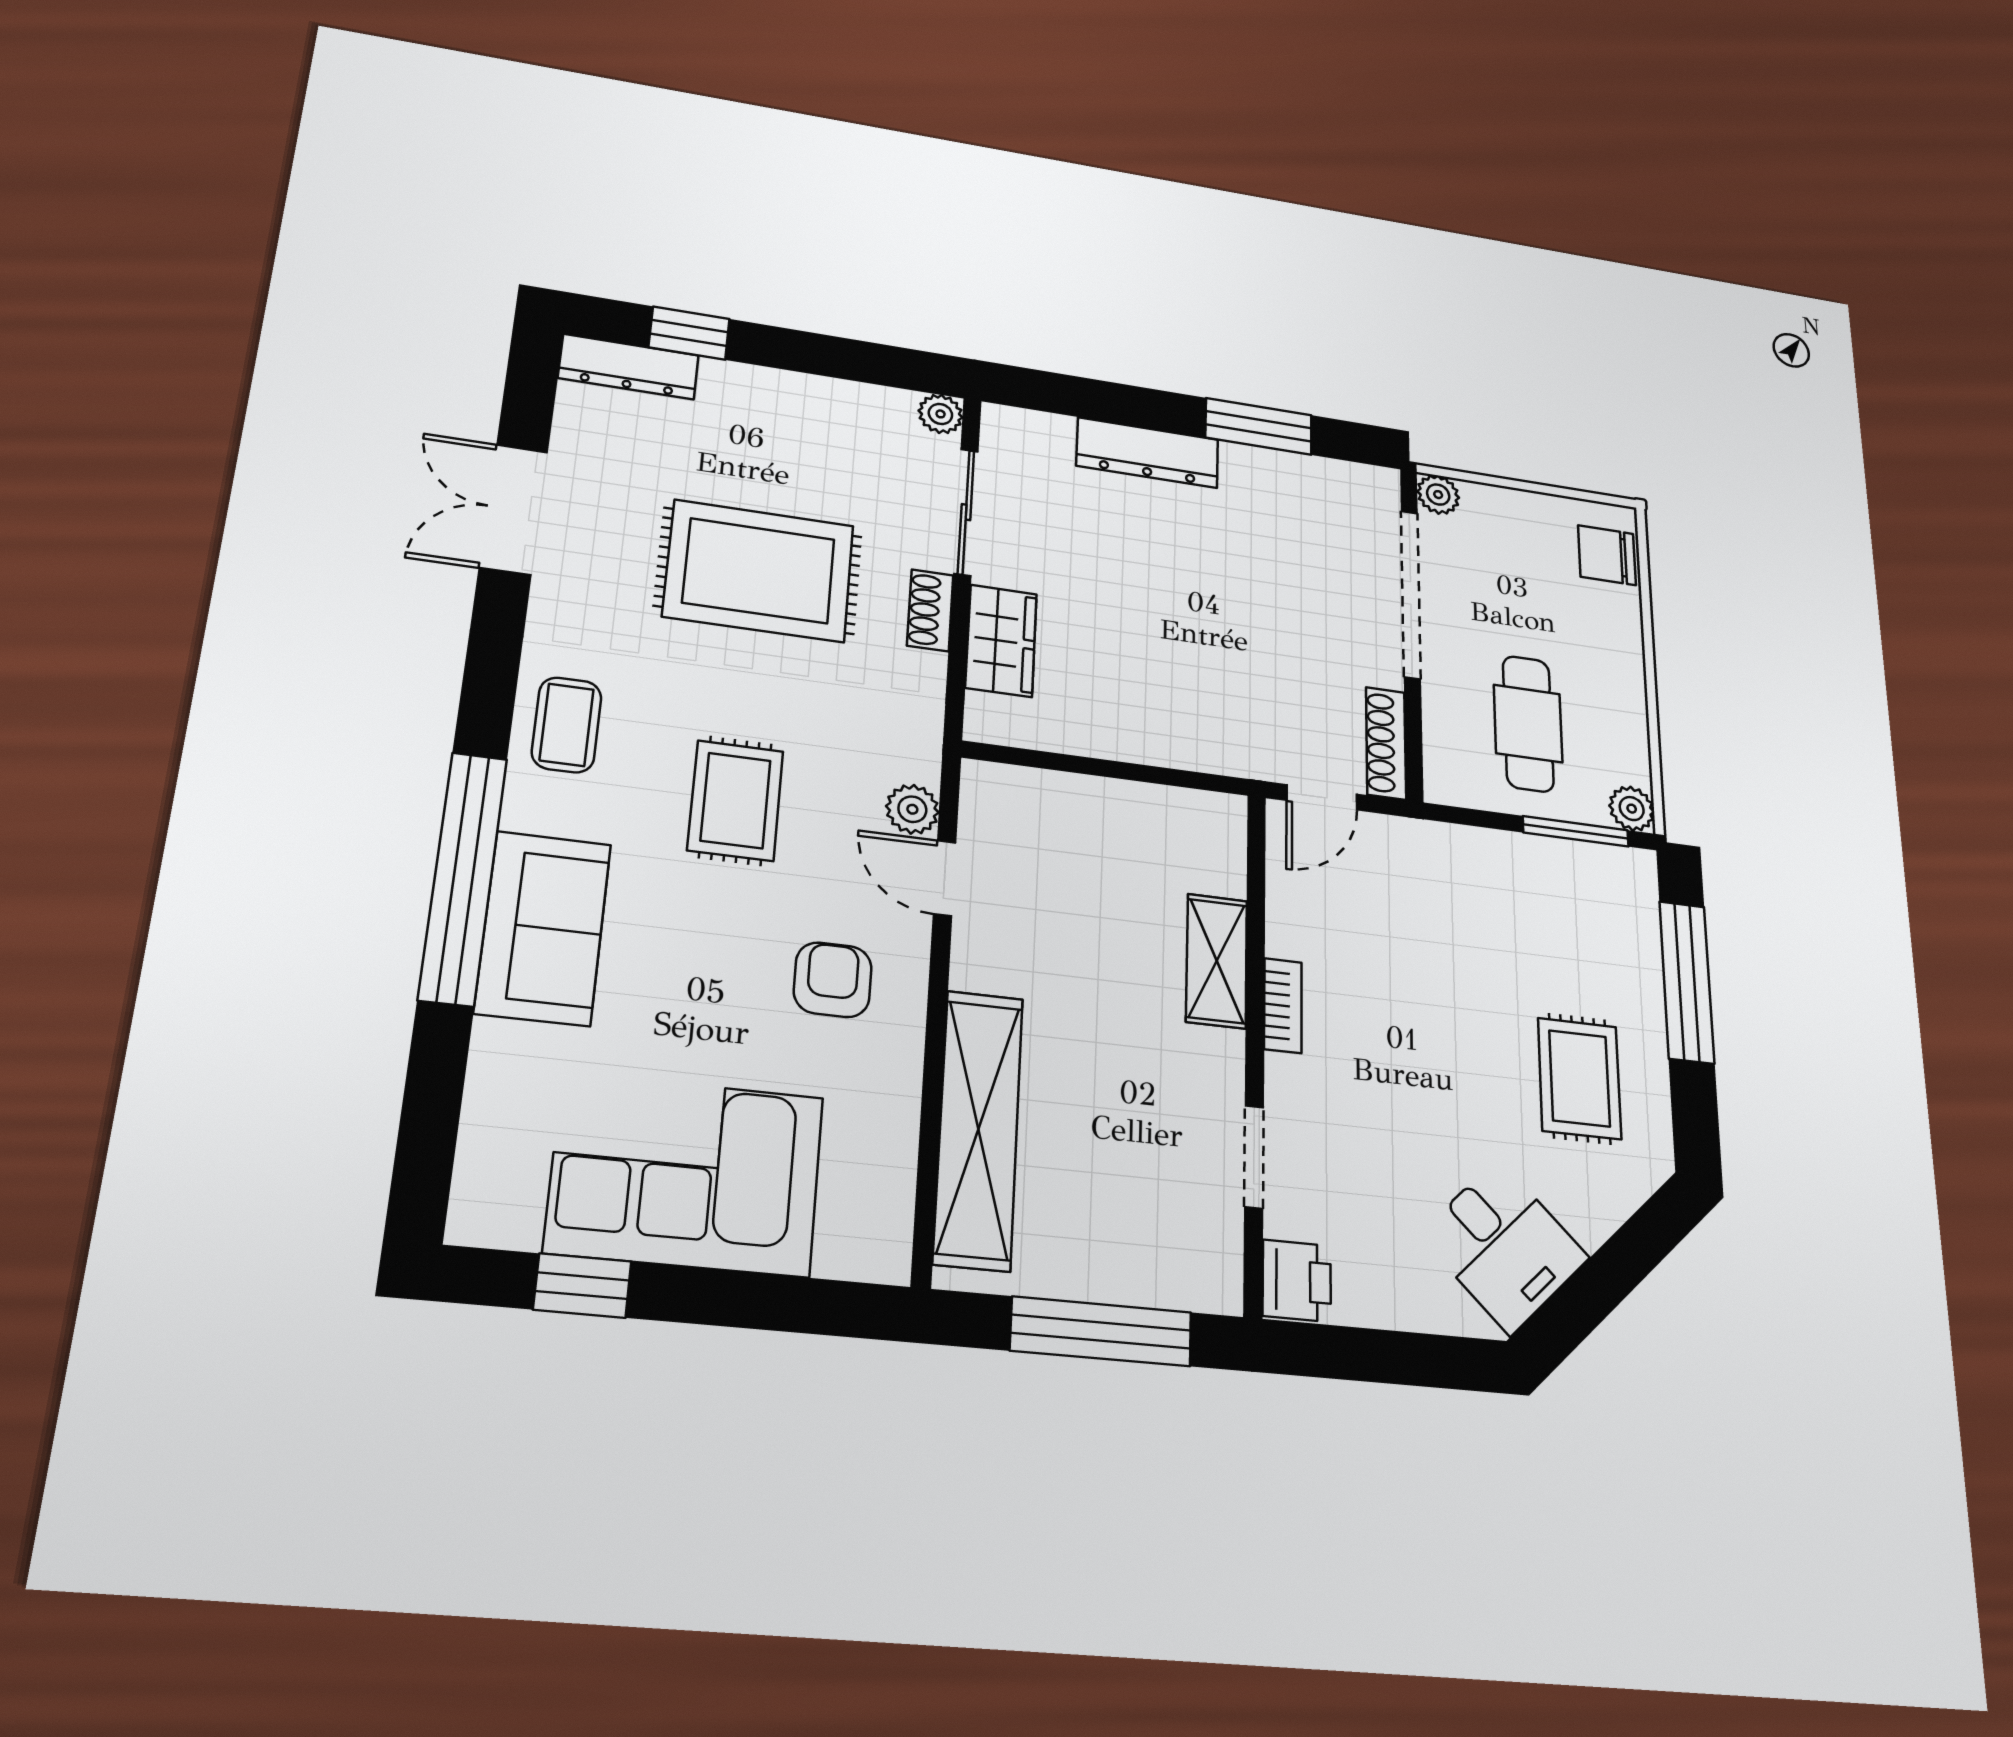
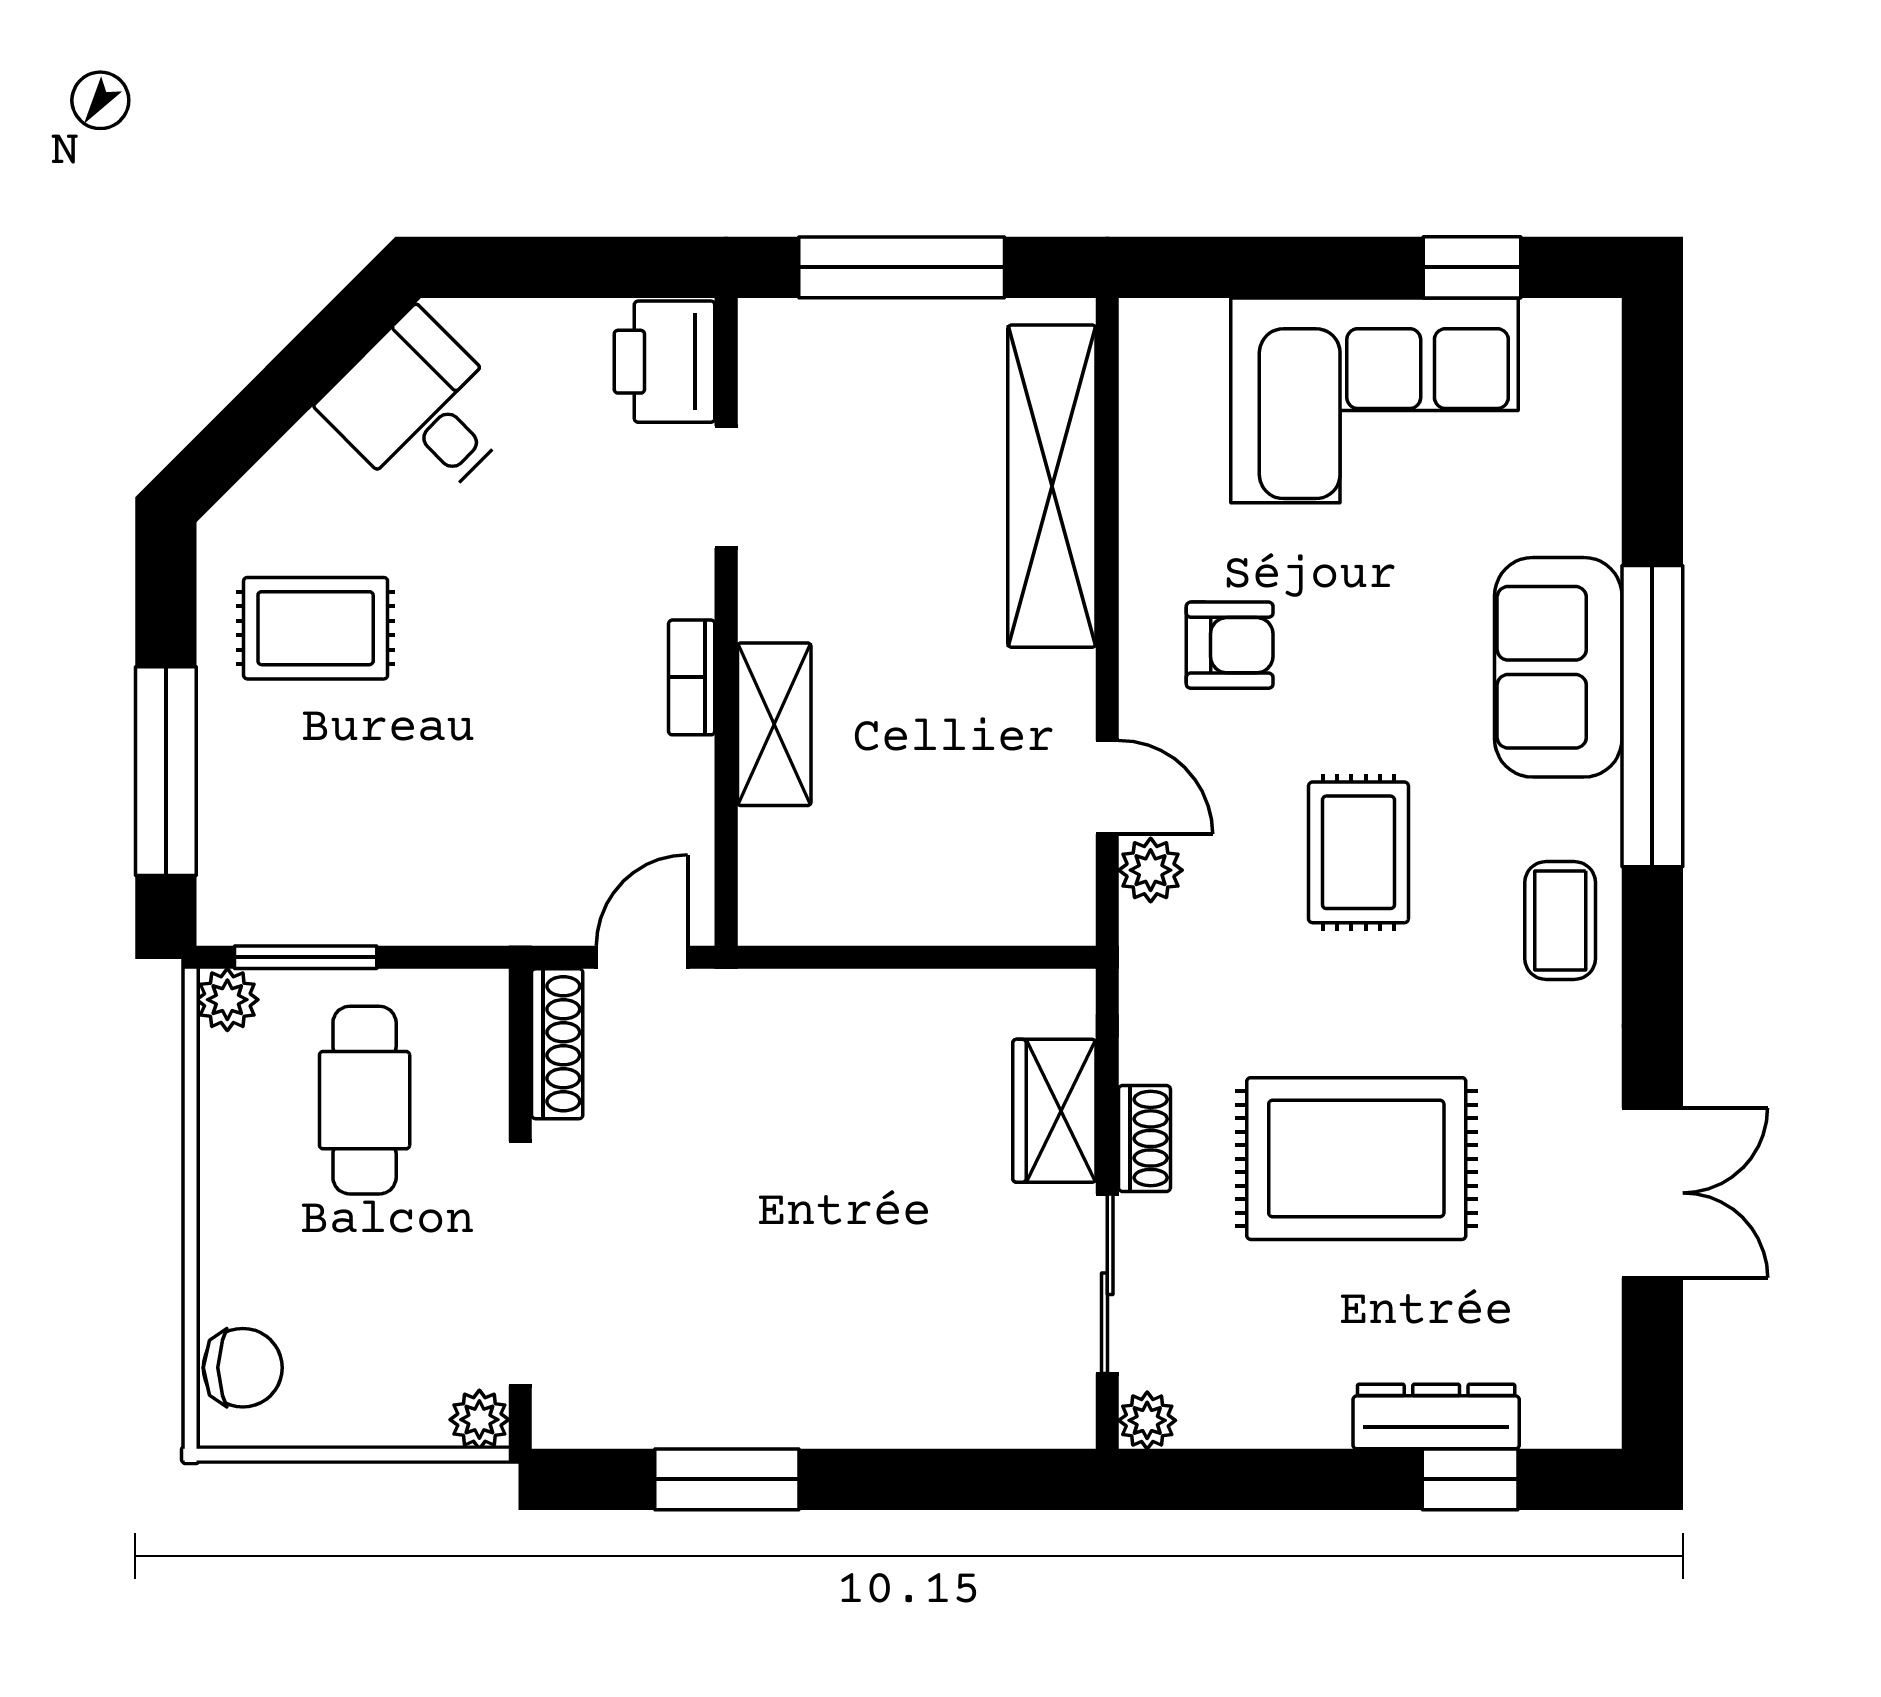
dresser: (629, 367) -> (1436, 1416), moved
dresser: (1148, 453) -> (876, 1412), removed
armchair: (833, 980) -> (1230, 645), turned -90
rug: (1579, 1078) -> (316, 628), turned 90
printer: (1297, 1281) -> (664, 362), width x1.36, depth x1.24

